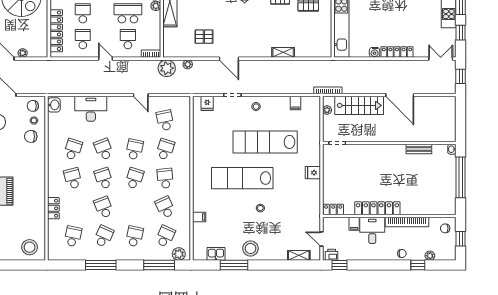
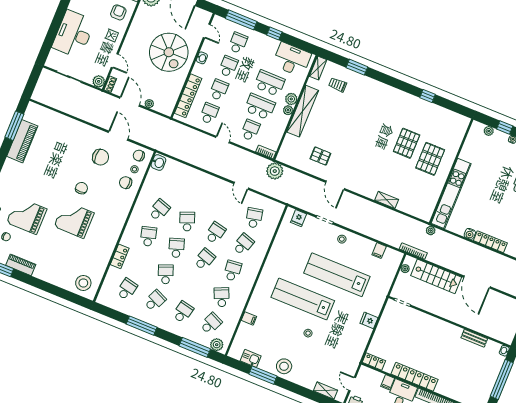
plant: (188, 64) -> (431, 231), moved
desk: (91, 109) -> (191, 180), removed

